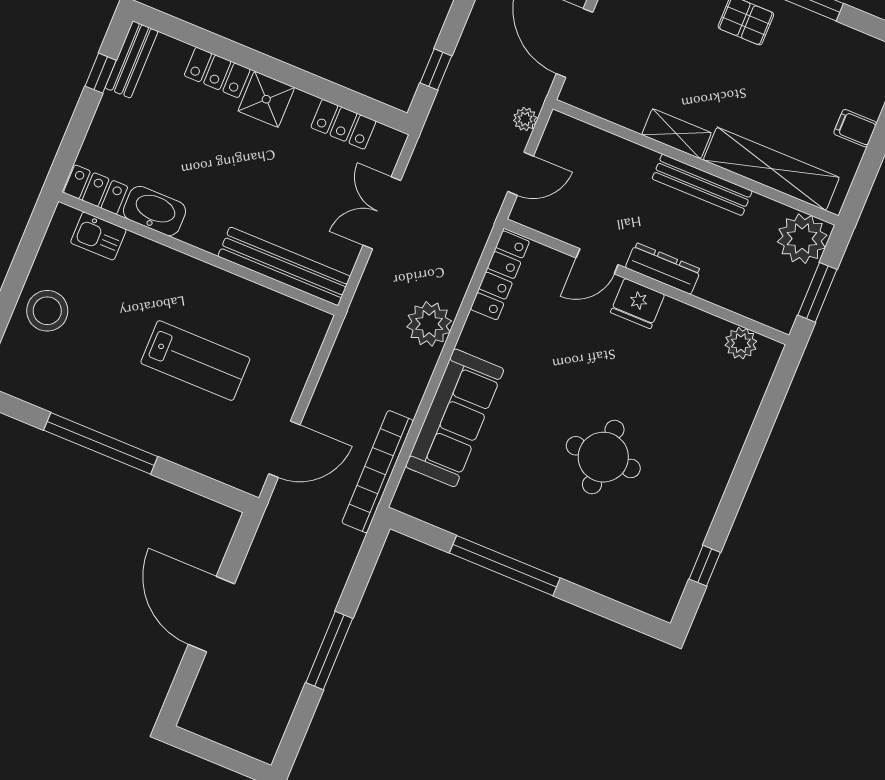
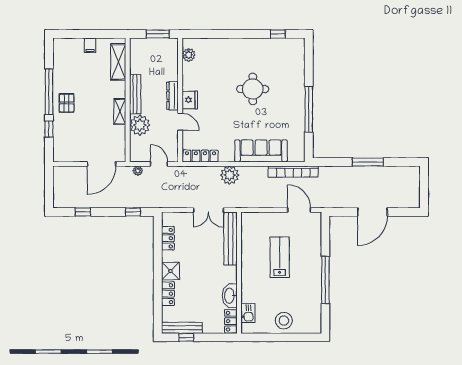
bench: (131, 60) -> (182, 328), width x1.36
shelving: (771, 169) -> (118, 62), width x0.68
double door: (382, 213) -> (208, 210), moved
plant: (802, 239) -> (140, 125), moved

